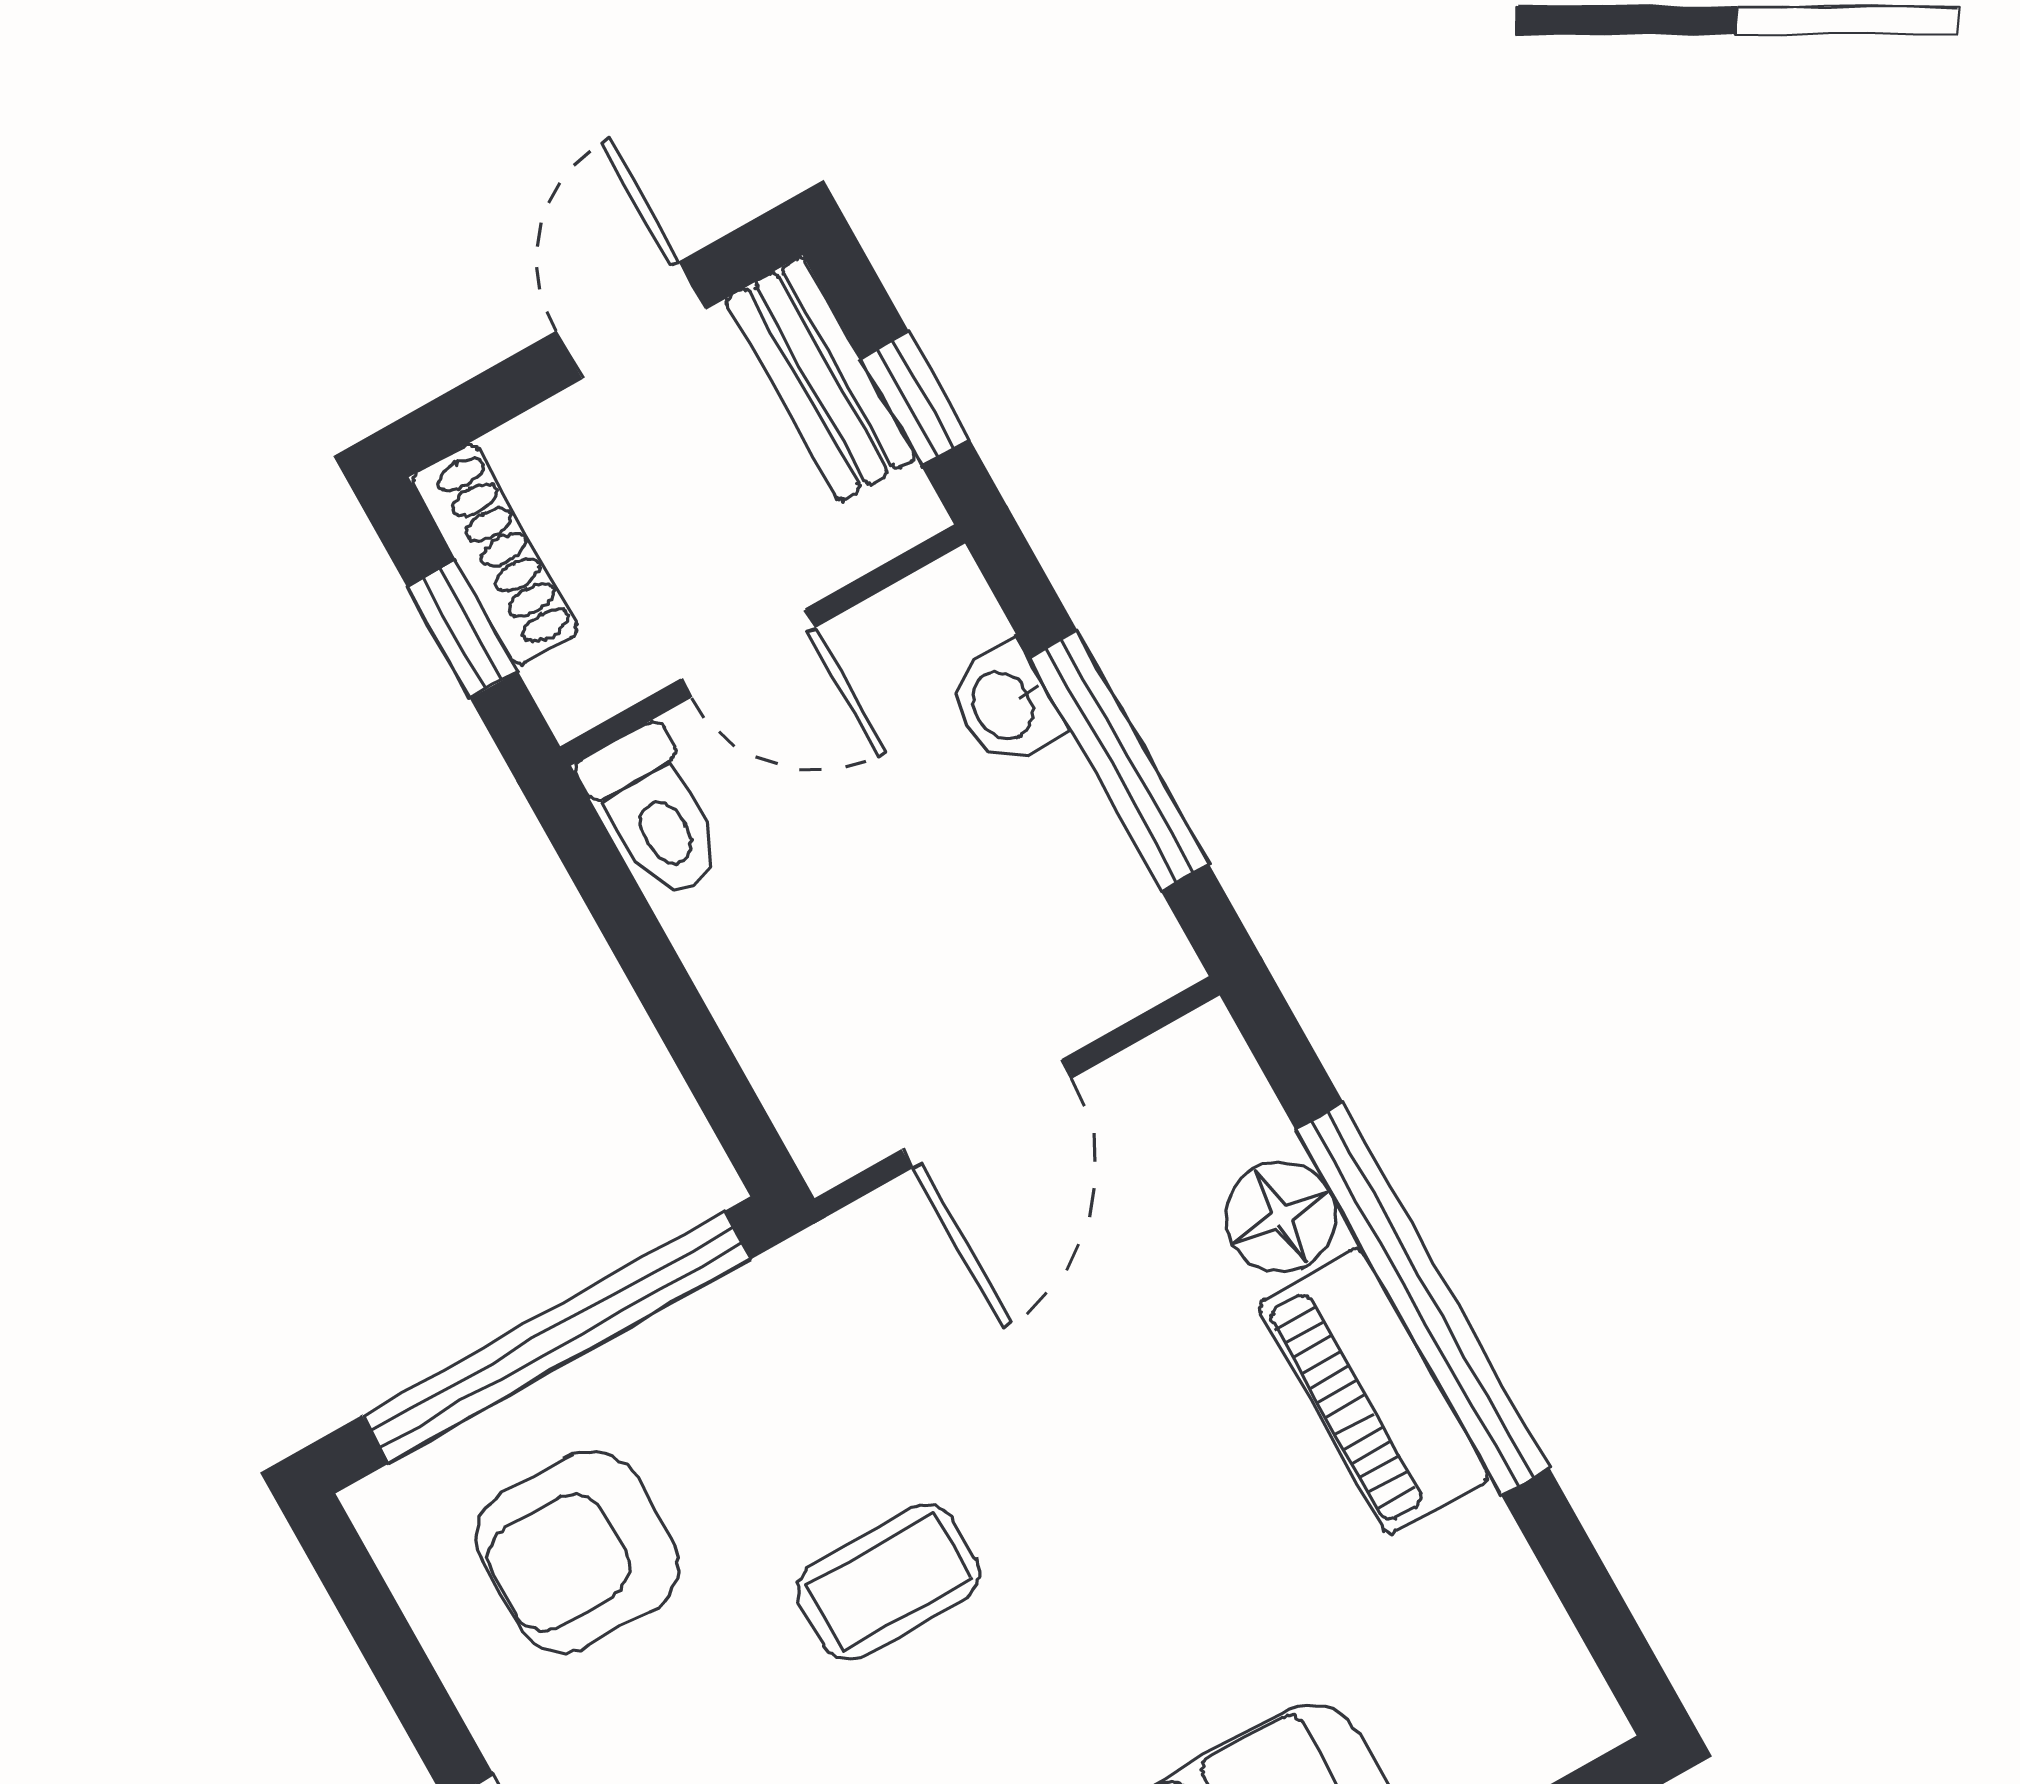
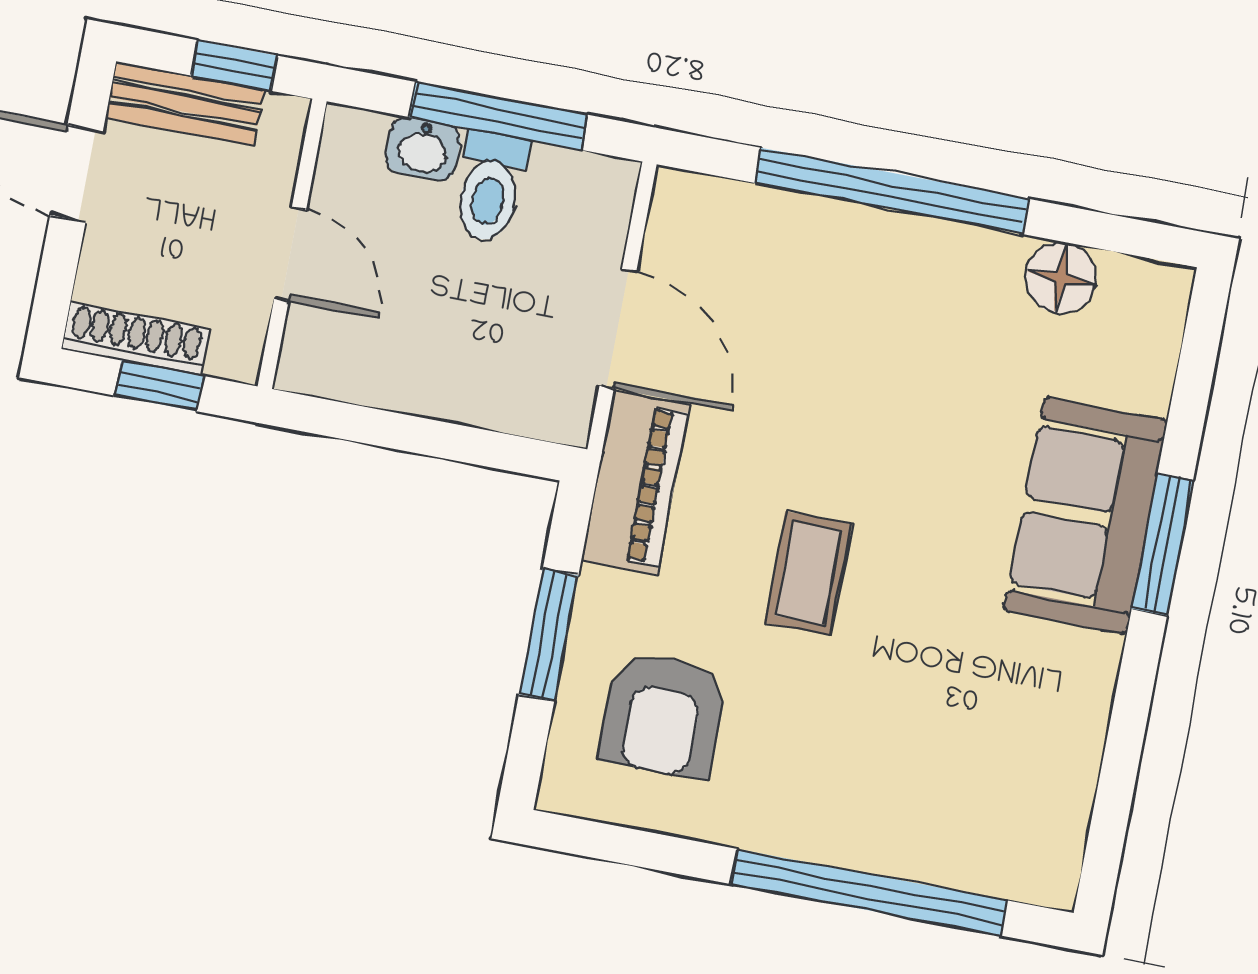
door: (748, 653) -> (290, 254), hinge flipped
toilet: (655, 813) -> (491, 187), moved, turned 90
floor lamp: (1281, 1217) -> (1061, 278), moved
window: (557, 1337) -> (549, 635), width x0.47
piano: (1374, 1391) -> (635, 483), moved, turned -90

